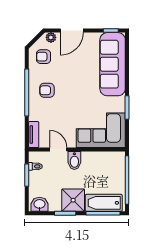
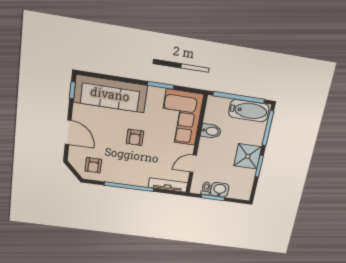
plant: (51, 37) -> (74, 155), removed
armchair: (47, 90) -> (135, 137), moved
tv unit: (34, 134) -> (168, 185), width x1.41
bidet: (74, 160) -> (211, 131), moved
bathtub: (104, 203) -> (249, 111), moved, turned -90
washbasin: (40, 204) -> (220, 190), moved, turned 90

